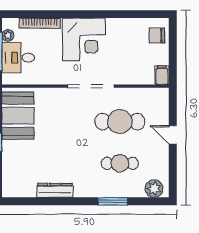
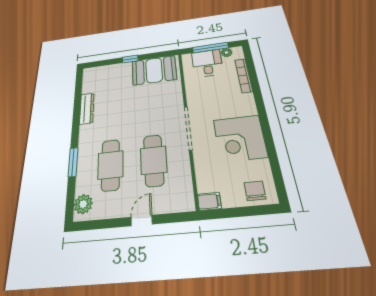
corner desk: (84, 39) -> (240, 138), moved
cafe table: (120, 163) -> (111, 165), width x1.37, depth x1.35

